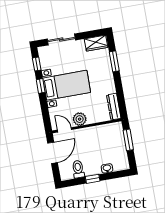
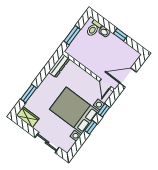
window: (37, 64) -> (104, 110), moved
bed with nightstands: (67, 85) -> (74, 110), width x1.36
plant: (80, 119) -> (89, 81), removed
toilet: (78, 169) -> (94, 28), moved

